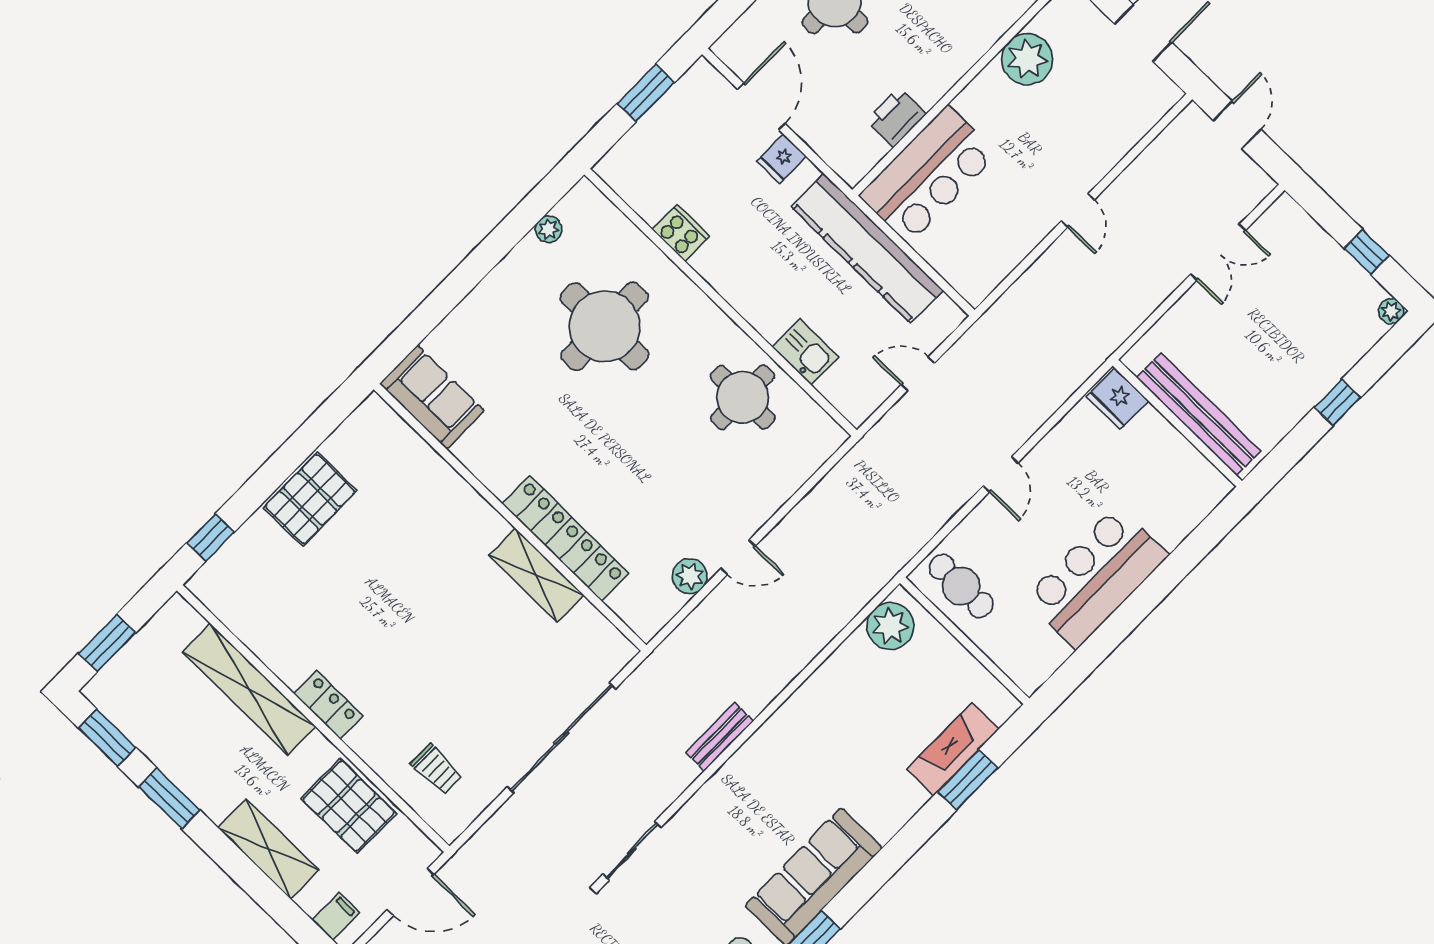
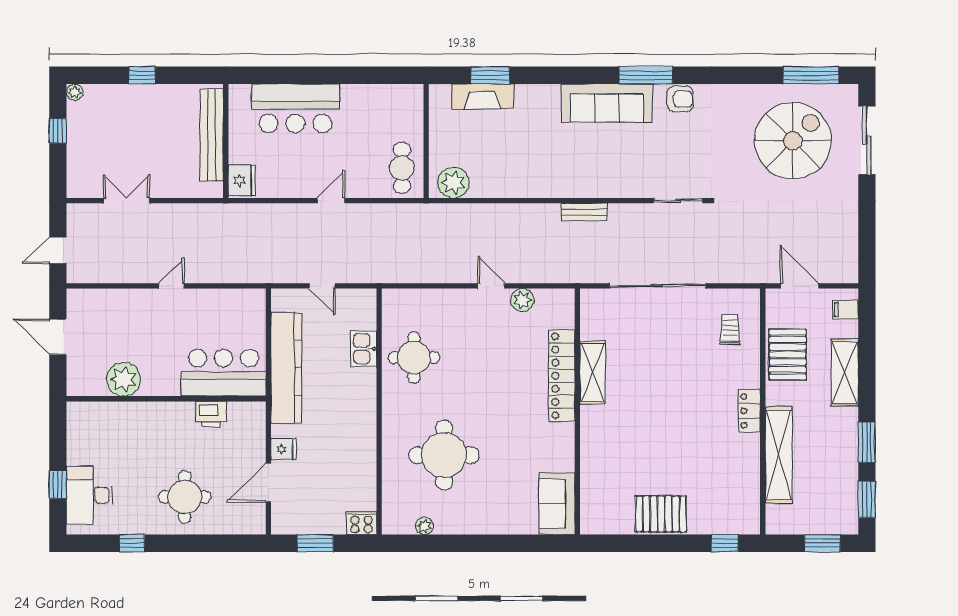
cooker: (681, 233) -> (361, 523), moved, turned 90
bar counter: (1096, 577) -> (296, 108), moved

